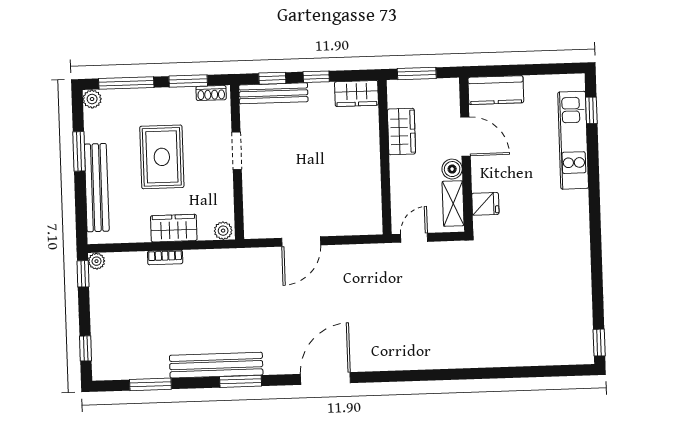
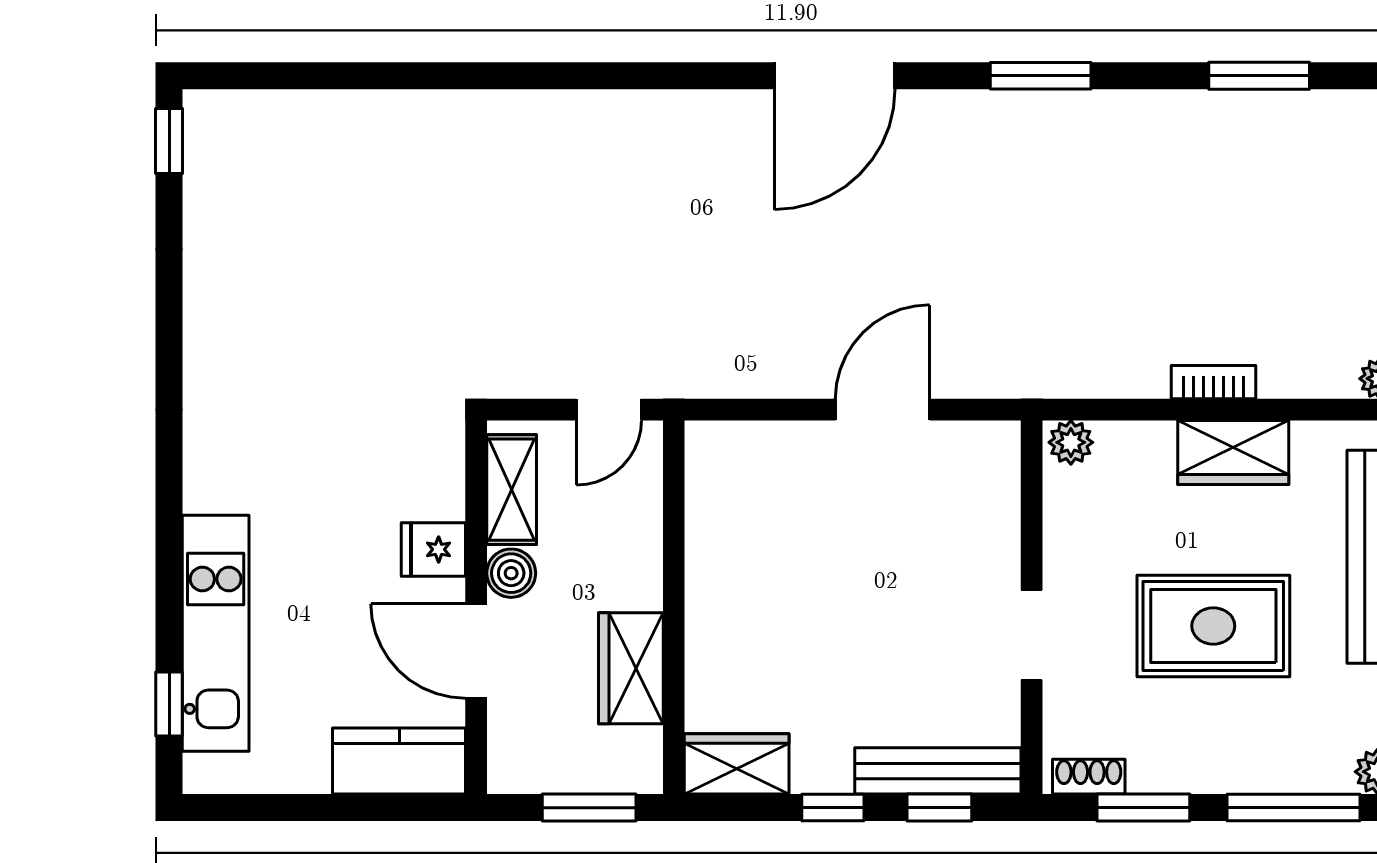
rug: (162, 157) -> (1213, 626), turned 90
fridge: (485, 204) -> (433, 549), moved
wardrobe: (174, 228) -> (1233, 452), moved
bench: (216, 365) -> (1098, 117), removed

